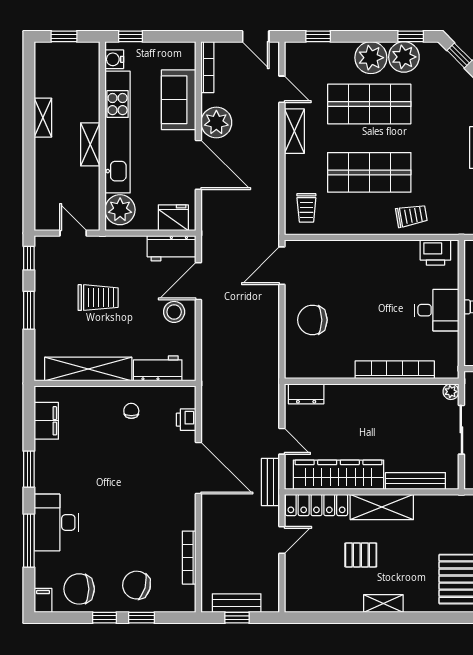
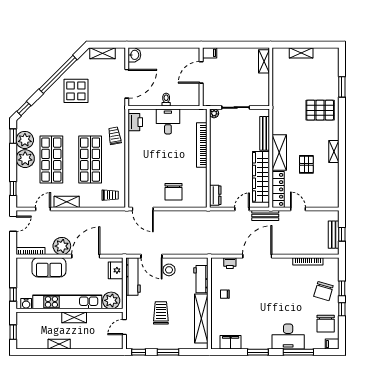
workbench: (172, 248) -> (133, 277), width x1.37

